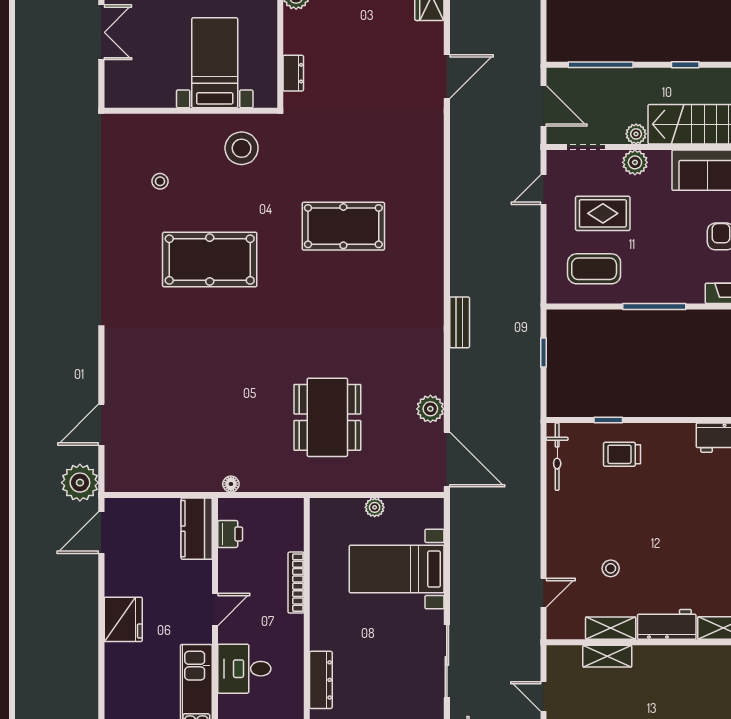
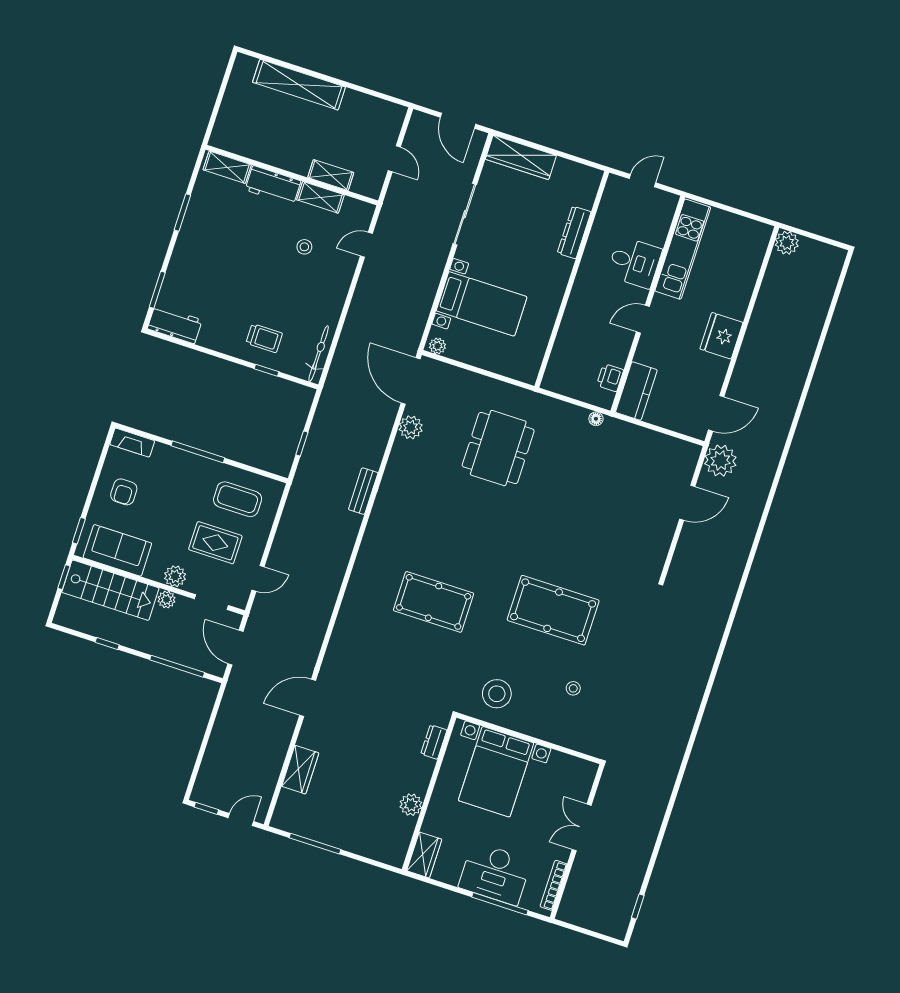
bed with nightstands: (215, 63) -> (496, 772), width x1.36
plant: (375, 507) -> (437, 346), moved
bookcase: (296, 583) -> (569, 320), removed

